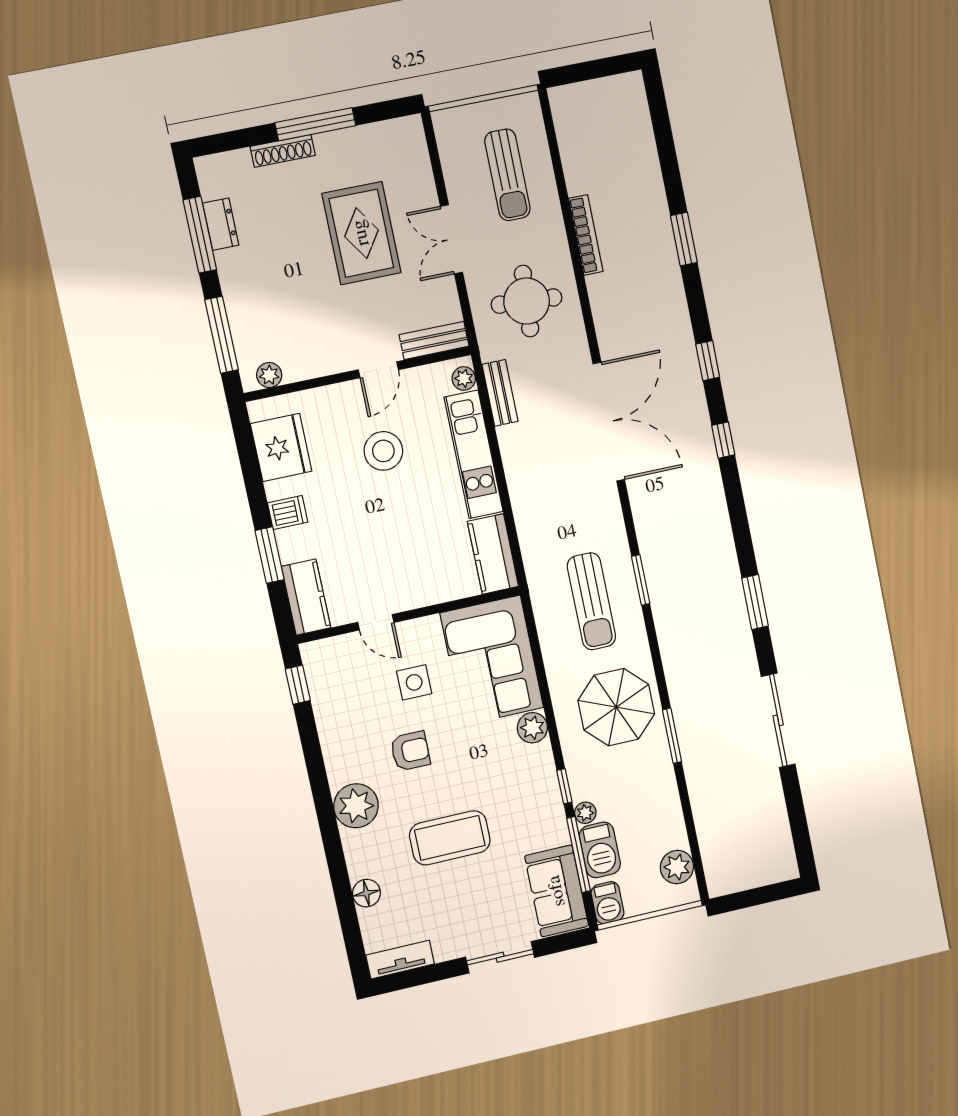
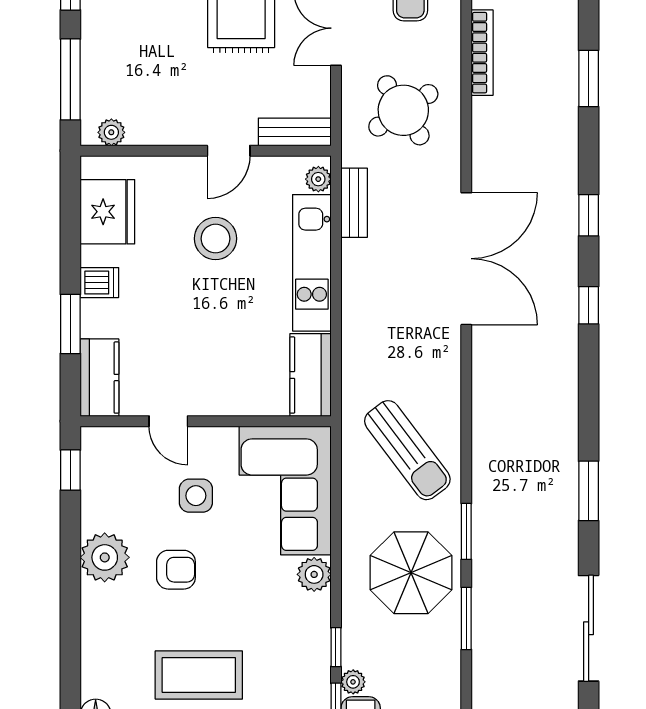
round table: (527, 301) -> (403, 110), turned -37
window: (641, 580) -> (466, 531), moved
sun lounger: (591, 601) -> (407, 450), turned -37
plant: (356, 806) -> (105, 557), moved

